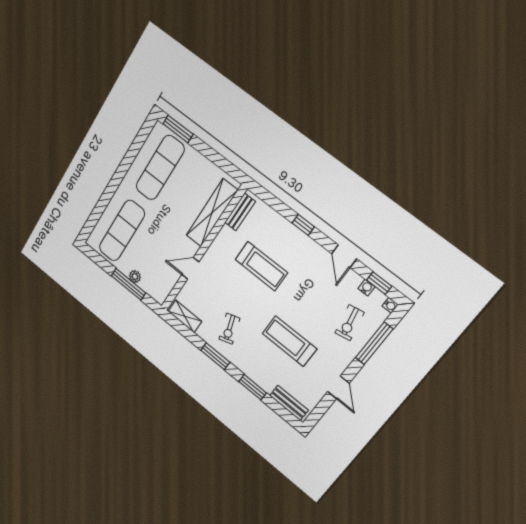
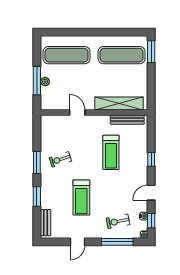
bench: (240, 212) -> (127, 120), width x1.36
shelving: (185, 316) -> (46, 128), removed
treadmill: (289, 341) -> (81, 198), turned 180

